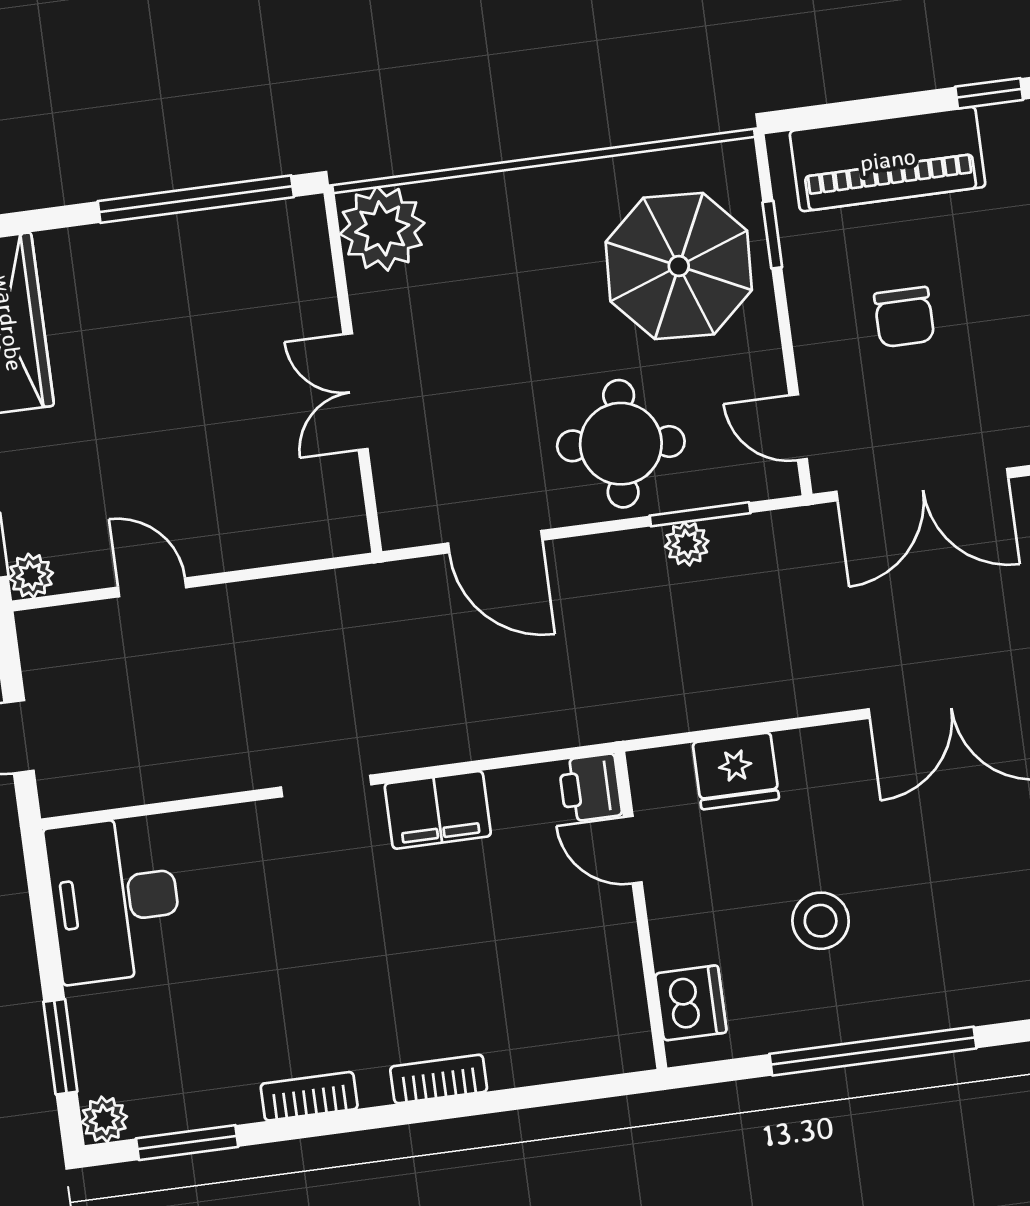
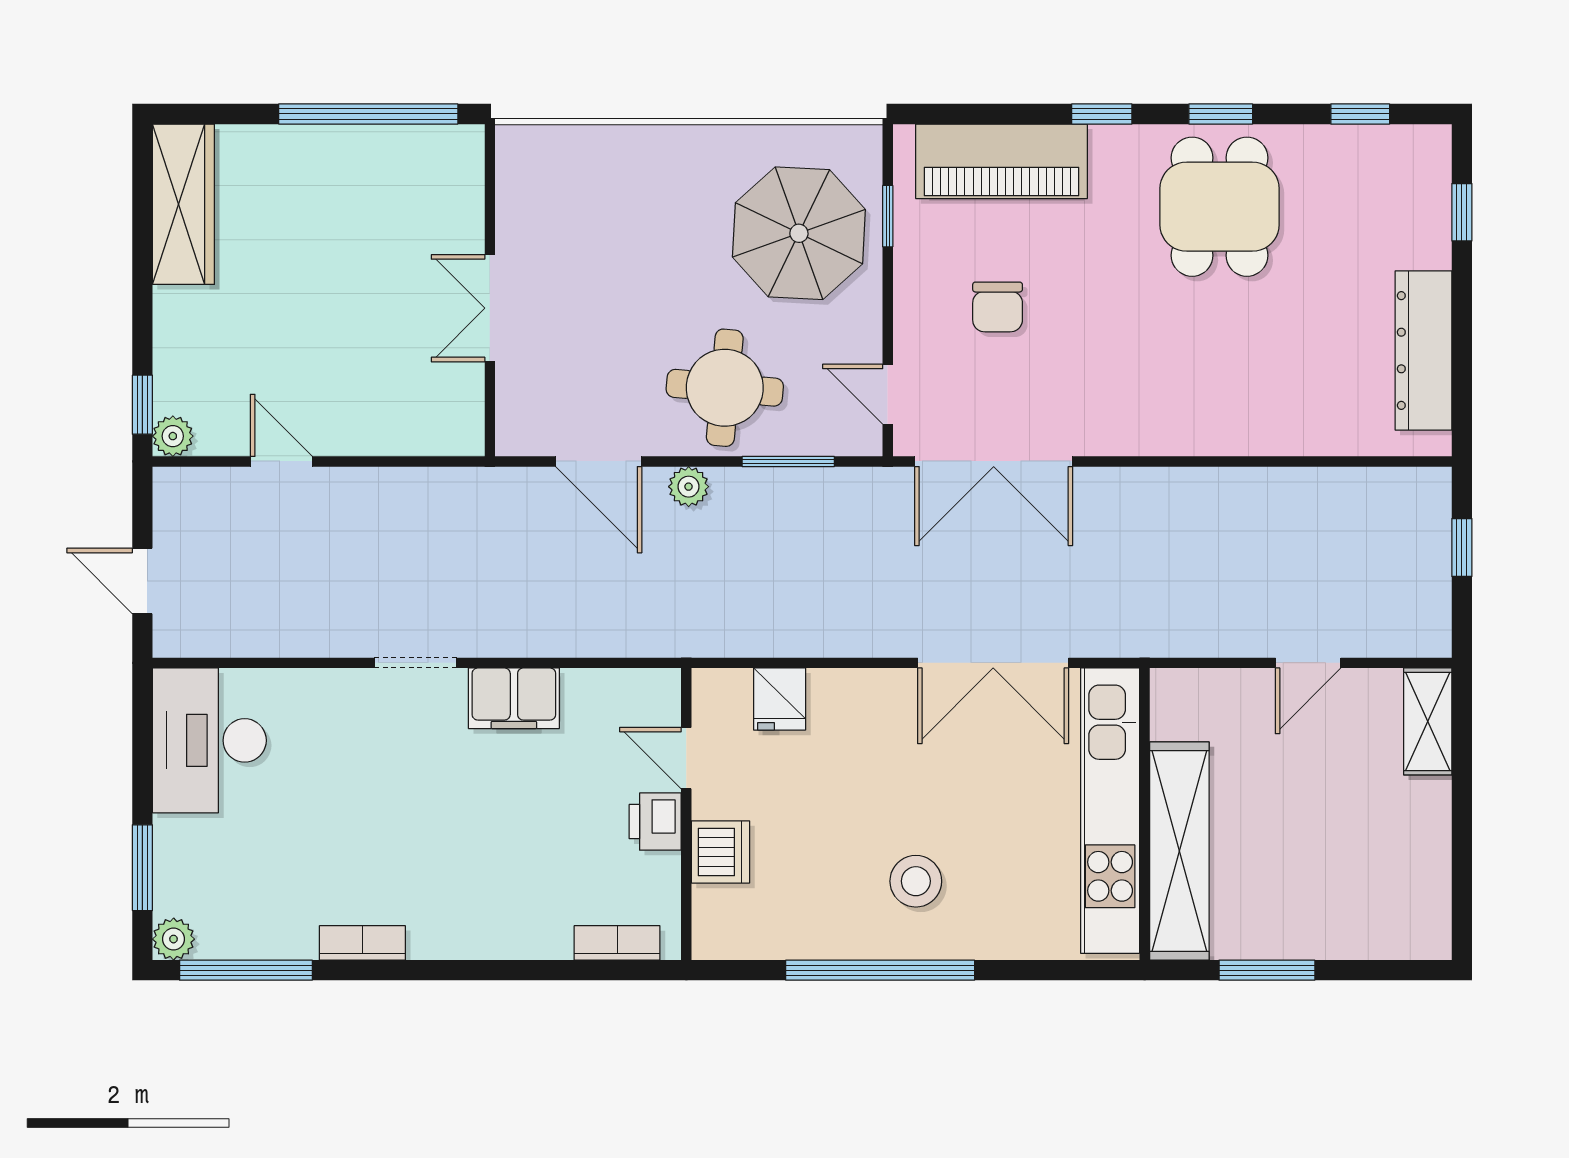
plant: (382, 228) -> (534, 163), removed
plant: (687, 544) -> (689, 487), moved
fridge: (736, 771) -> (780, 699), width x0.72
printer: (590, 788) -> (655, 822), moved
stool: (821, 921) -> (916, 881), moved
dishwasher: (691, 1003) -> (720, 852), moved
bookcase: (439, 1079) -> (617, 943), moved
window: (187, 1143) -> (246, 970), width x1.44

